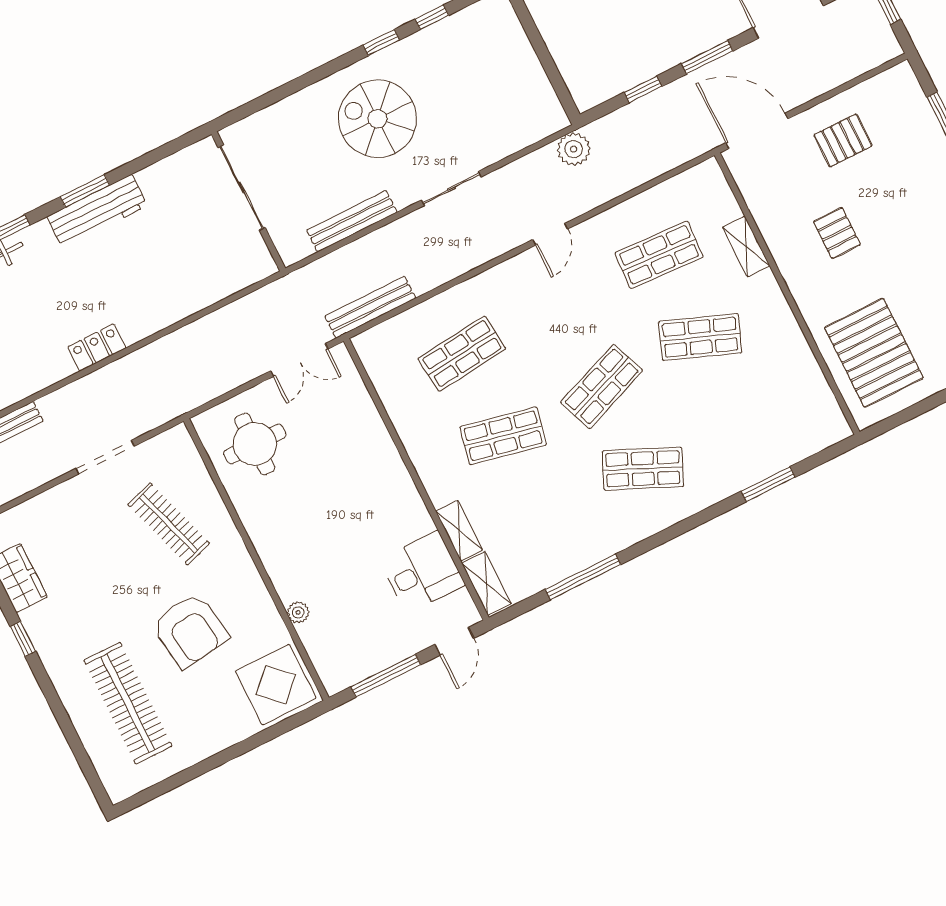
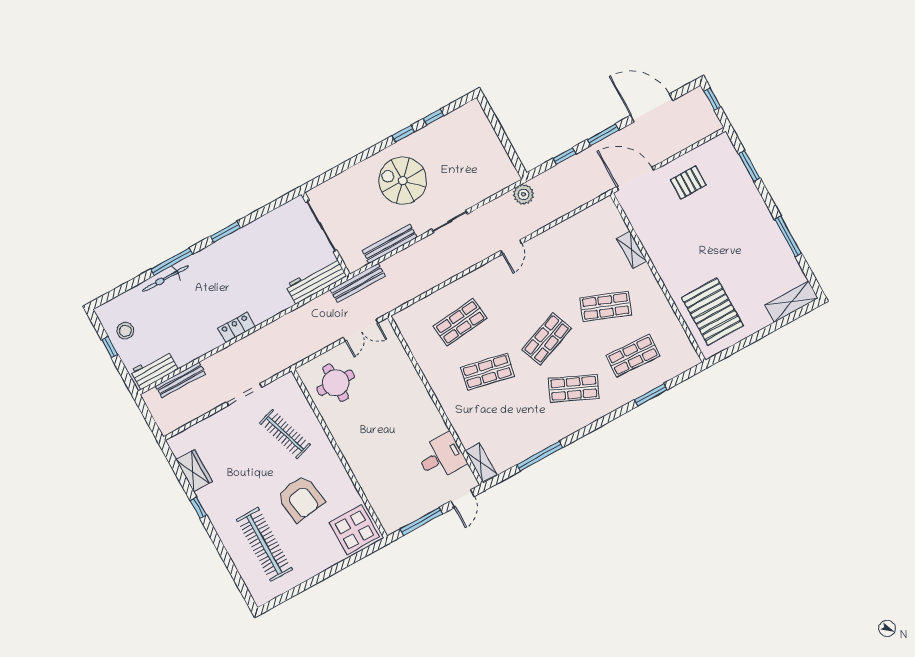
workbench: (97, 211) -> (316, 281), moved, turned 180
pallet: (837, 233) -> (687, 239), removed
shop shelf: (659, 255) -> (633, 356), moved
bench: (370, 307) -> (358, 283), moved
shelving: (459, 531) -> (463, 431), removed
plant: (298, 612) -> (366, 485), removed

